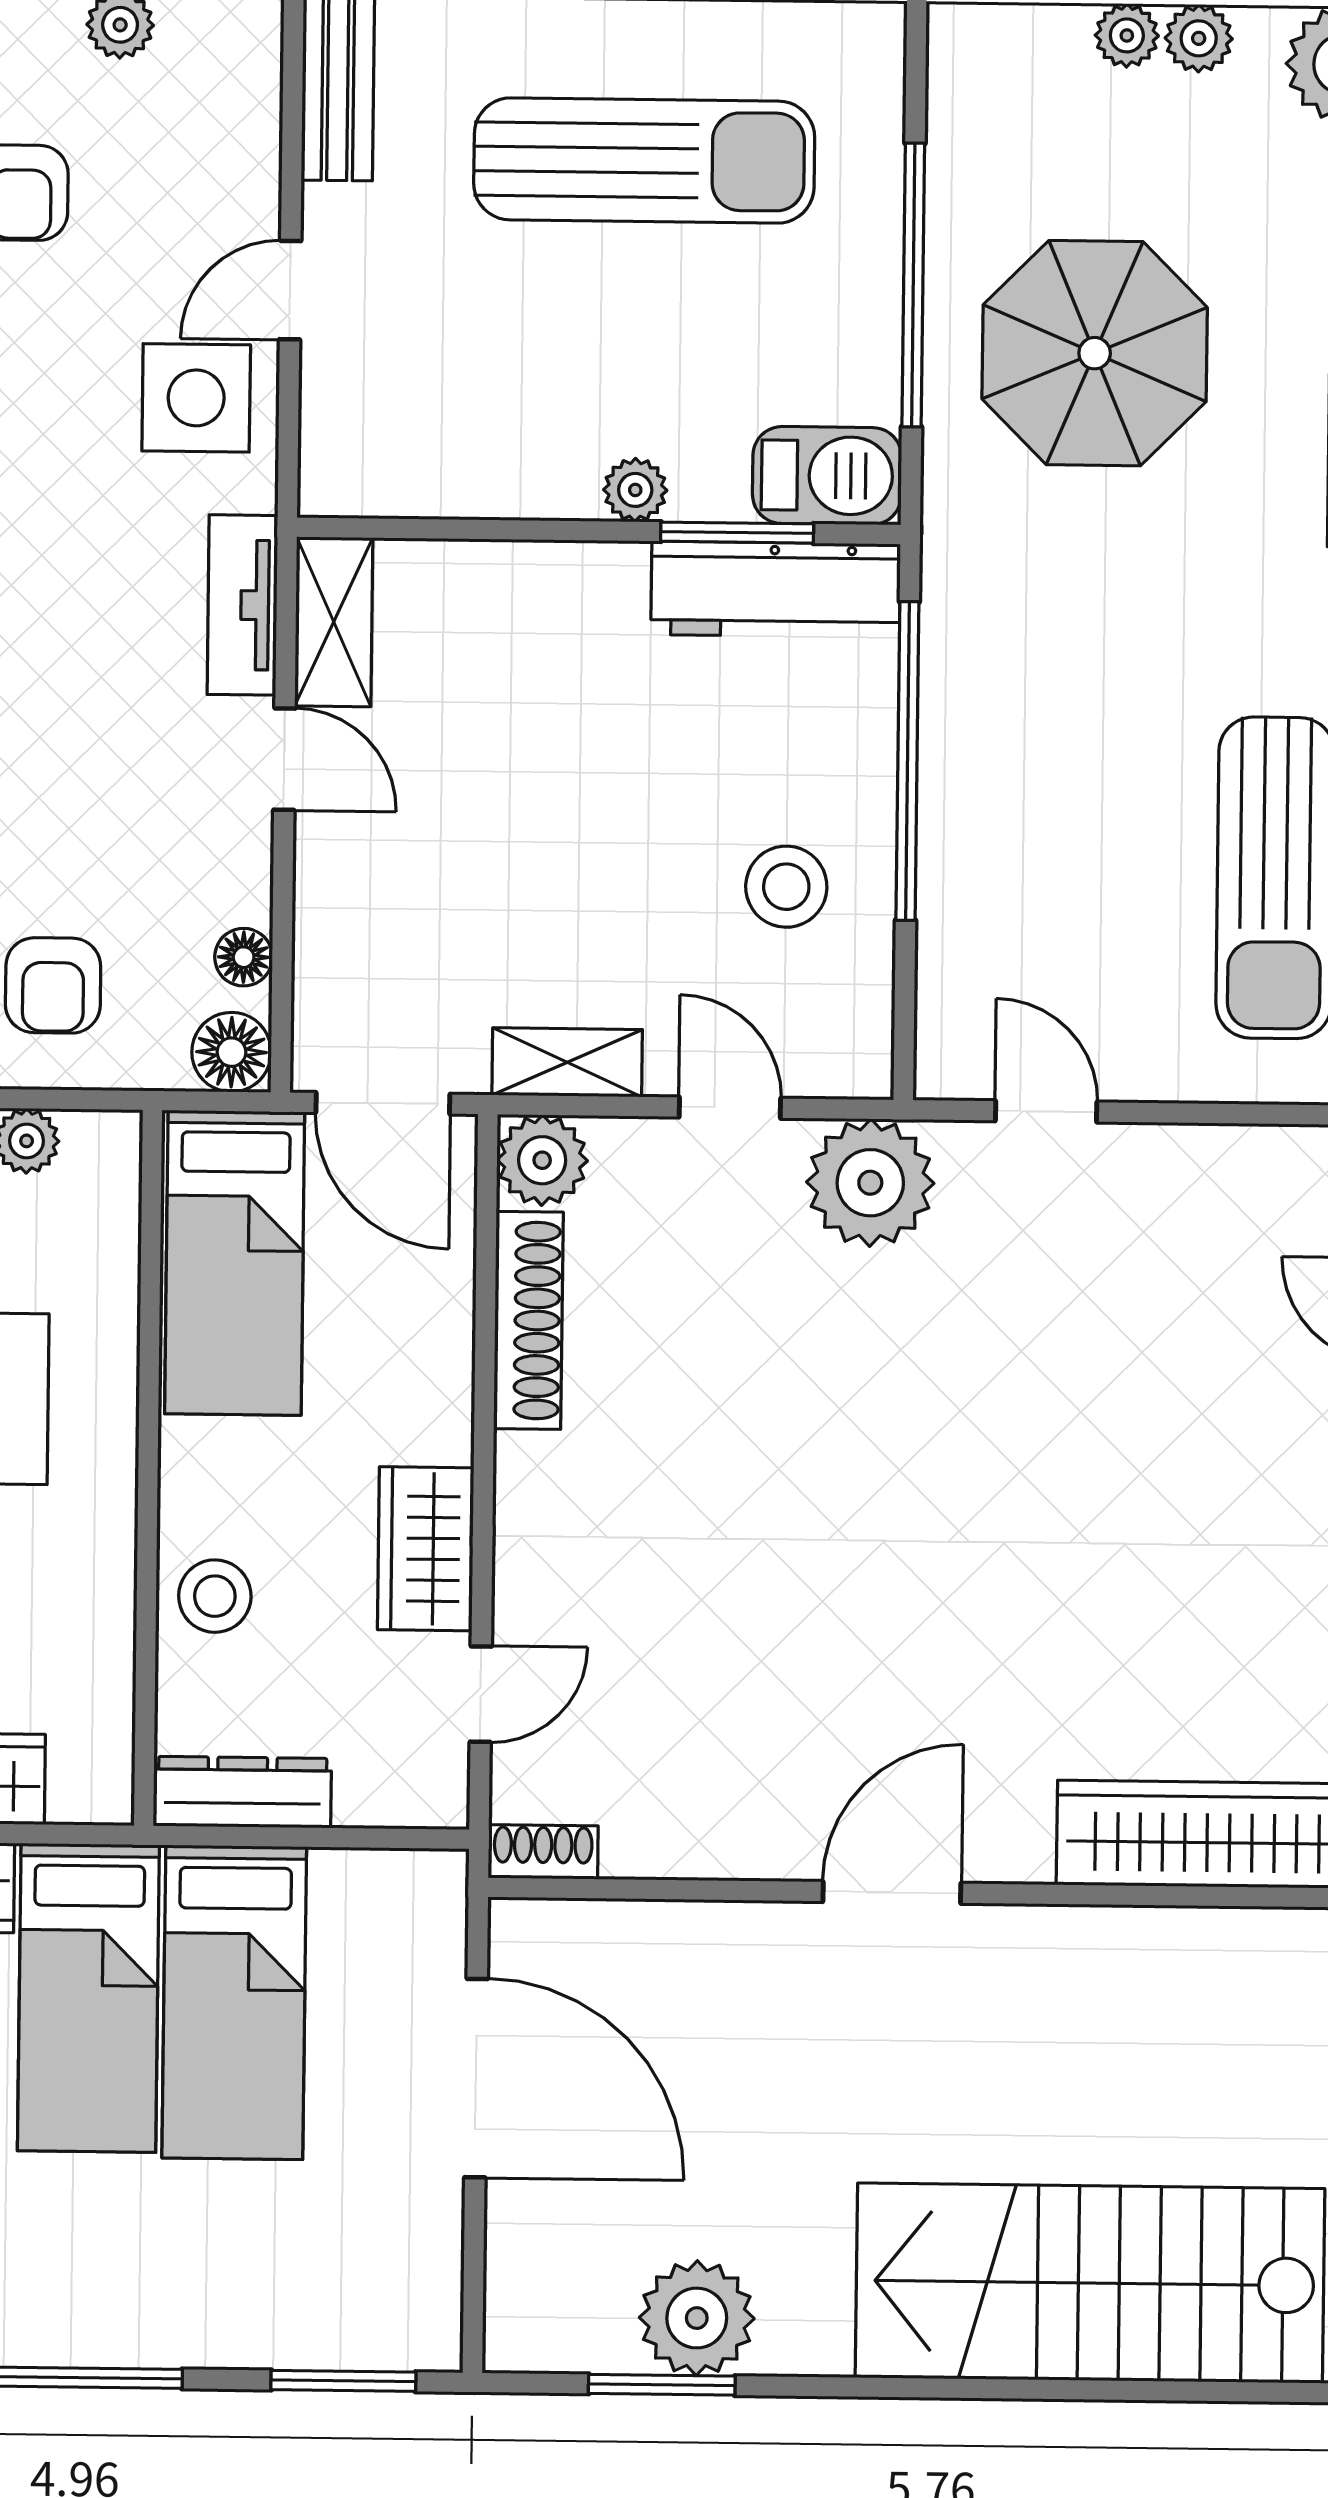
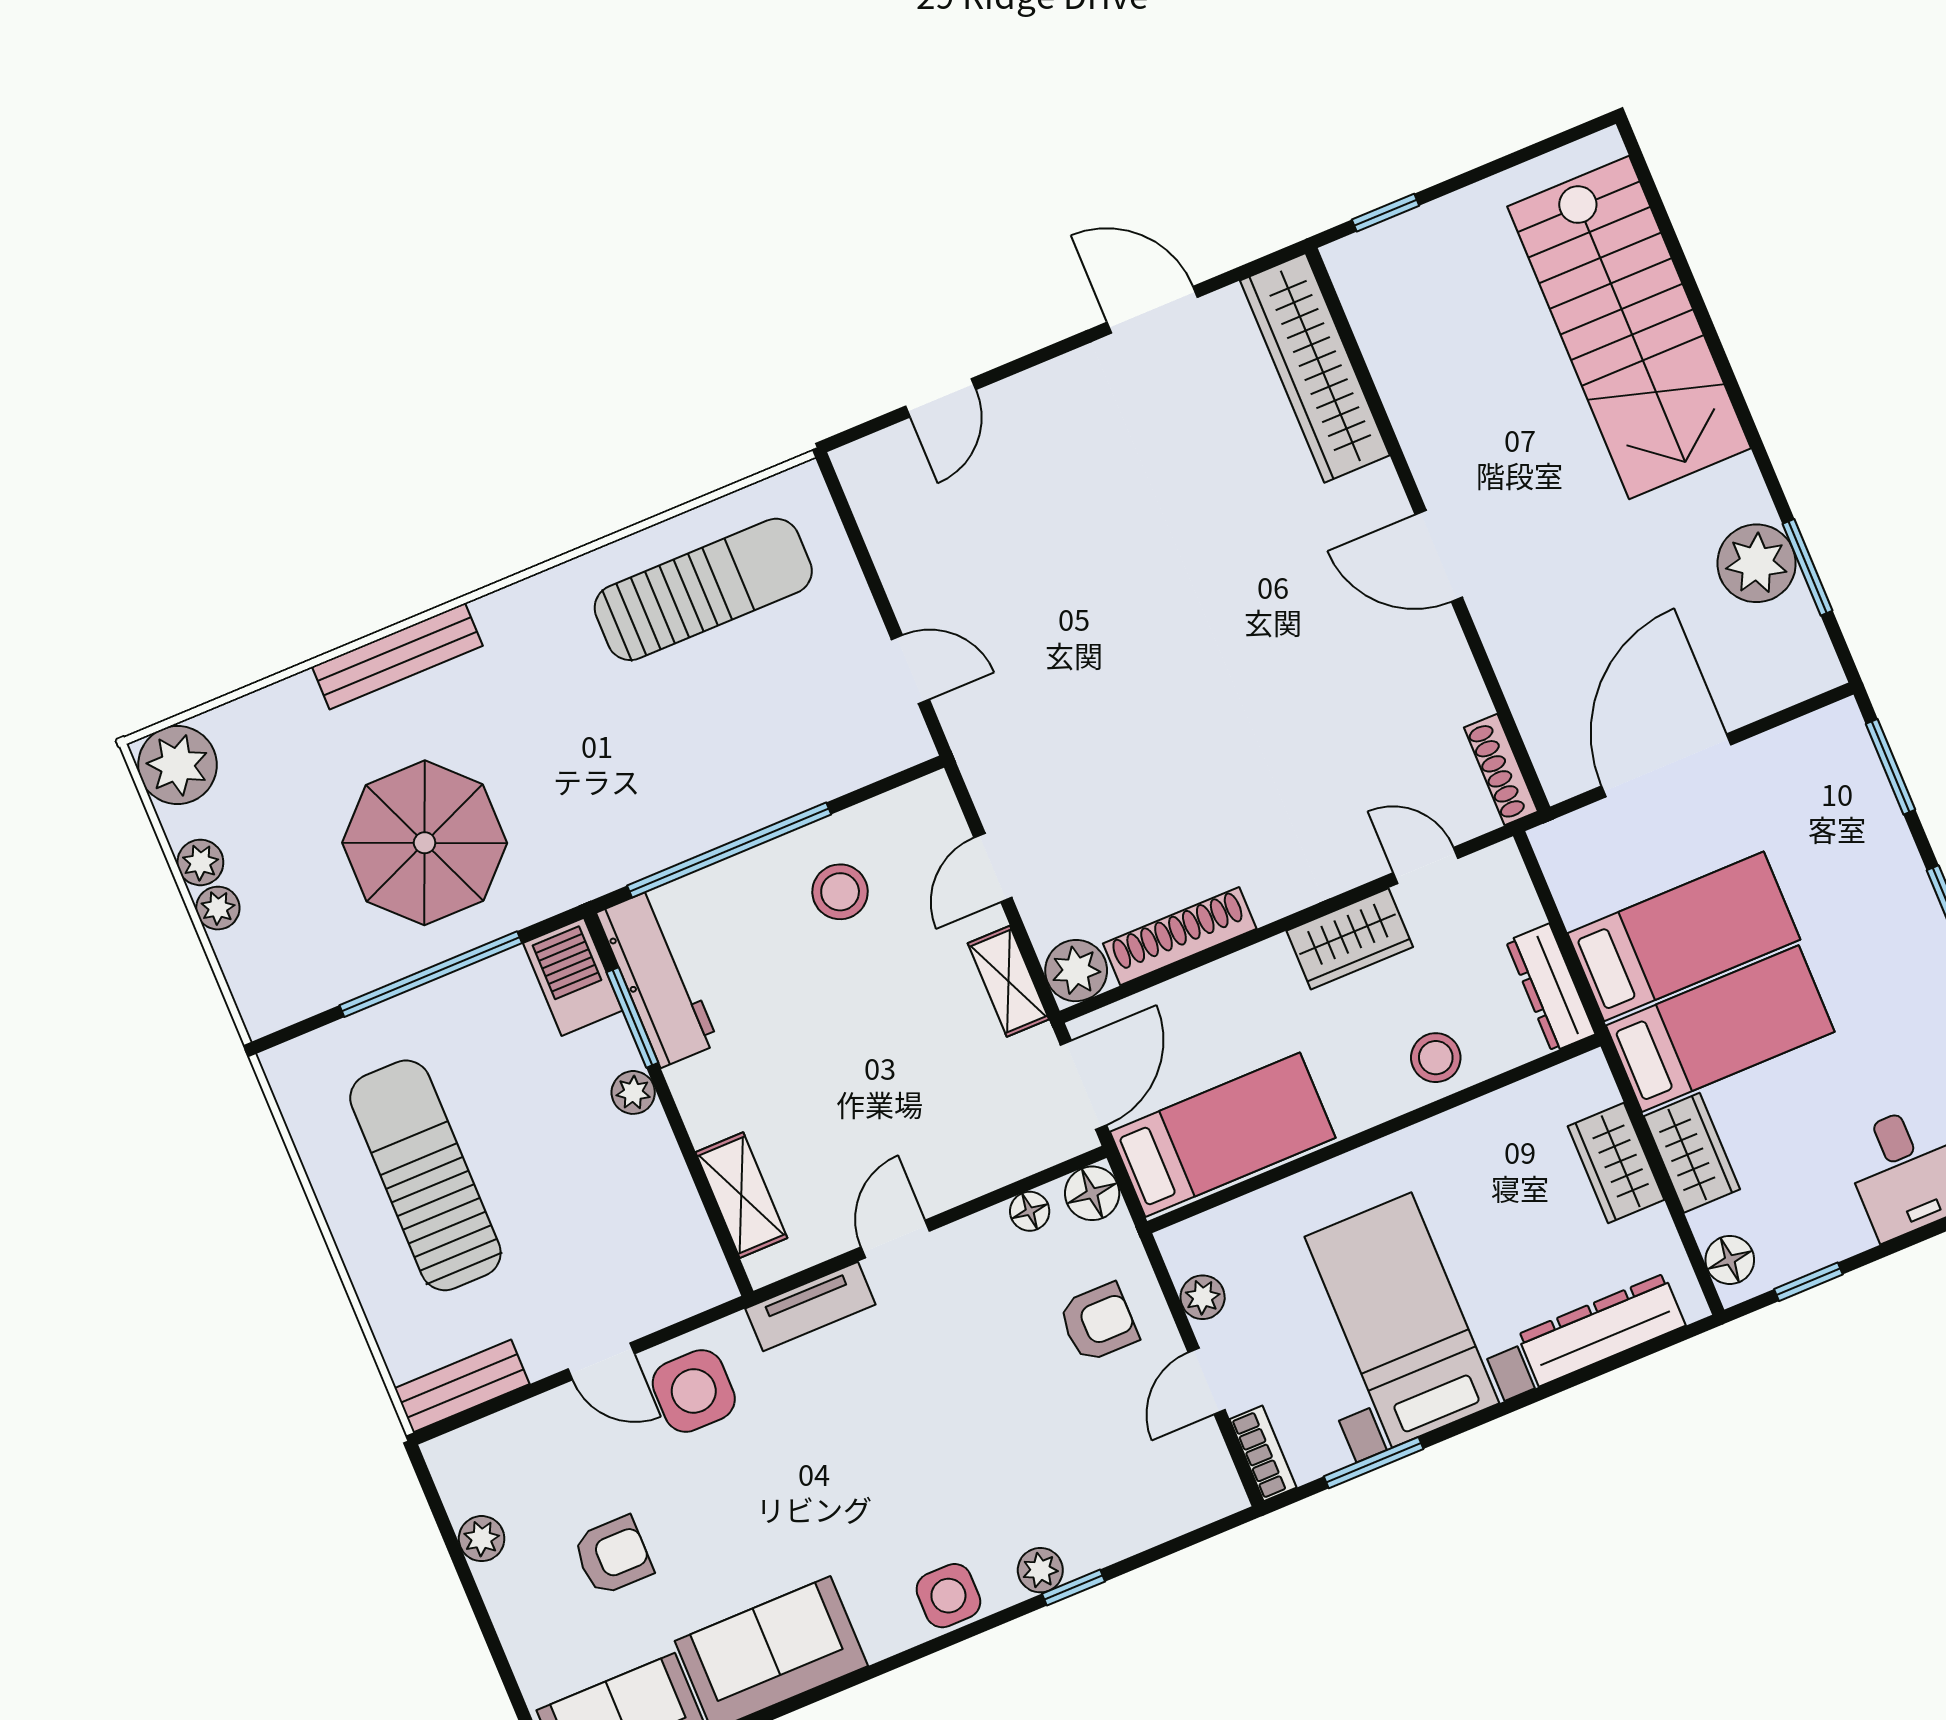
shelving: (334, 622) -> (741, 1195), moved, turned 90
door: (1046, 1111) -> (910, 669), swing flipped
plant: (870, 1183) -> (1002, 760), removed
shoe rack: (543, 1852) -> (1501, 770), width x1.43

